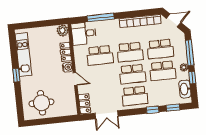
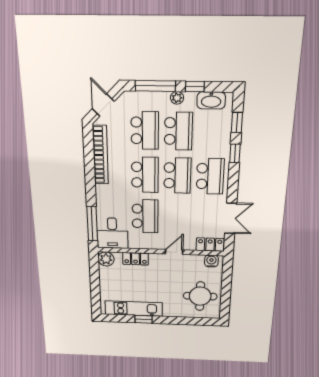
window: (101, 17) -> (92, 224), moved
water cooler: (67, 67) -> (211, 261), moved
window: (16, 75) -> (144, 319), moved

